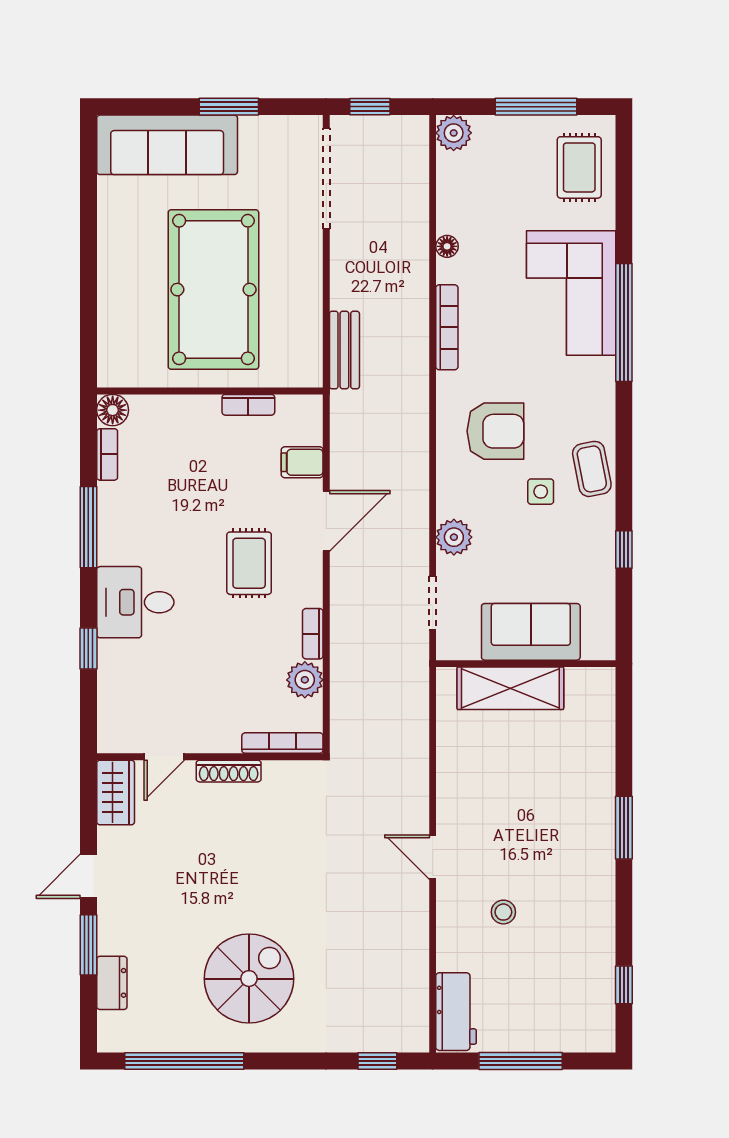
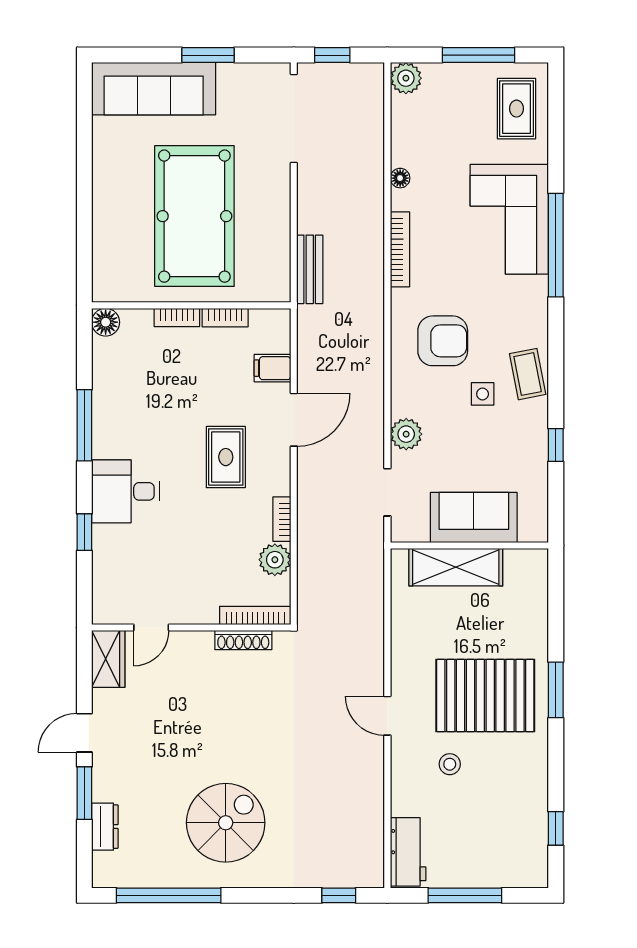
bookcase: (107, 454) -> (177, 317), moved, turned 90
shoe rack: (229, 771) -> (243, 640), moved
pallet: (544, 834) -> (485, 696), added

